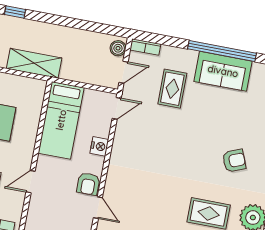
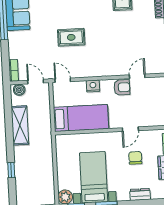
shelving: (34, 63) -> (20, 125), moved
rug: (172, 89) -> (71, 37), moved
door: (31, 182) -> (130, 129), hinge flipped

